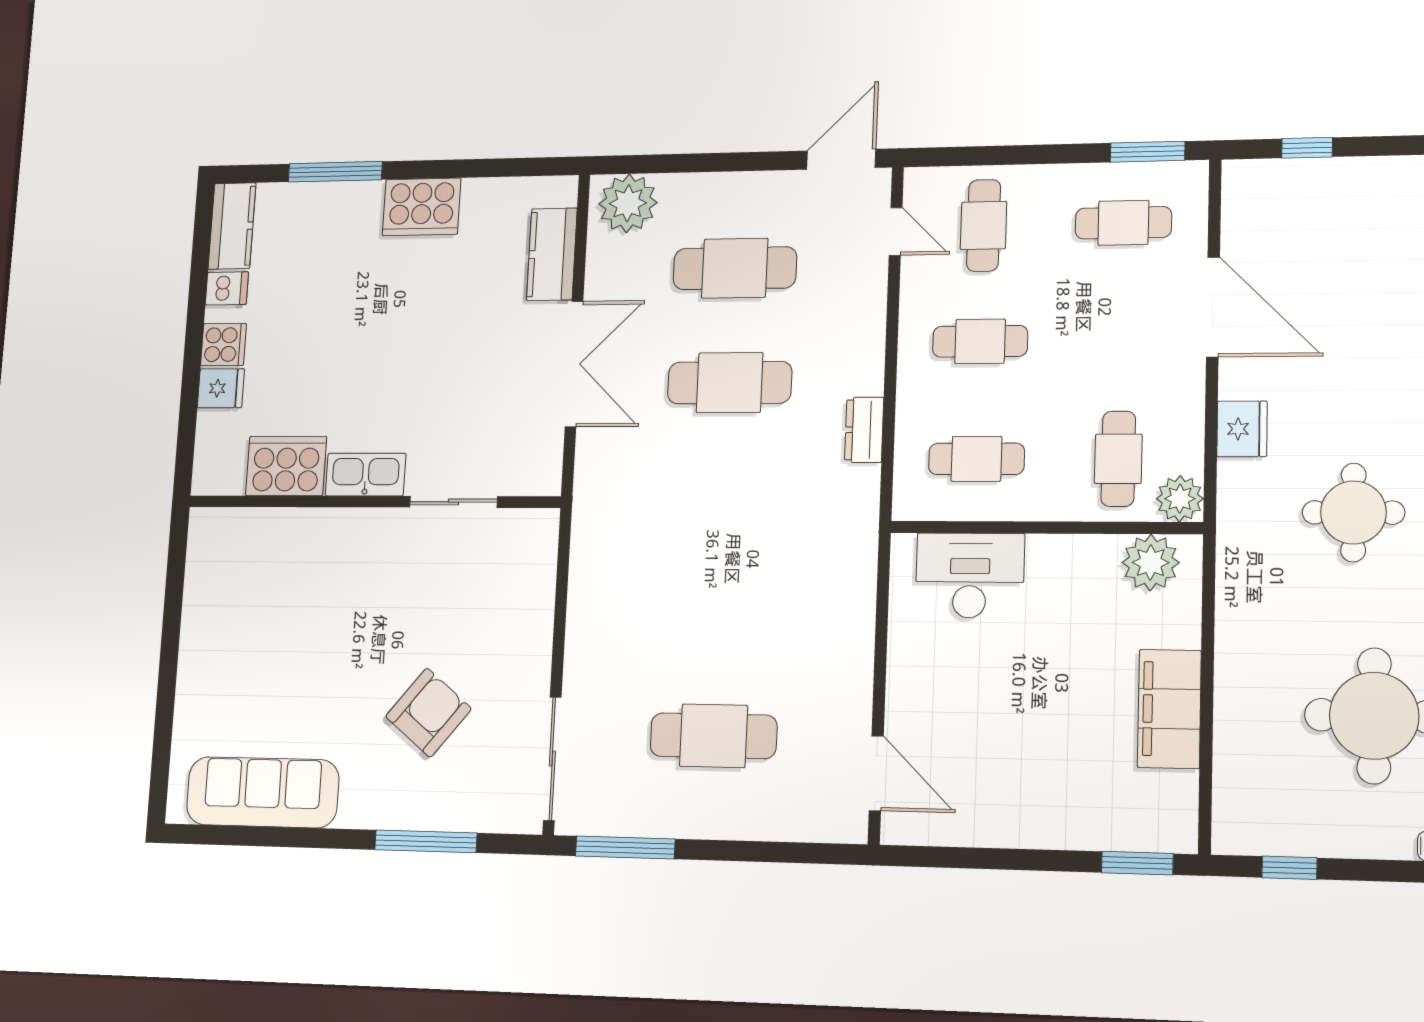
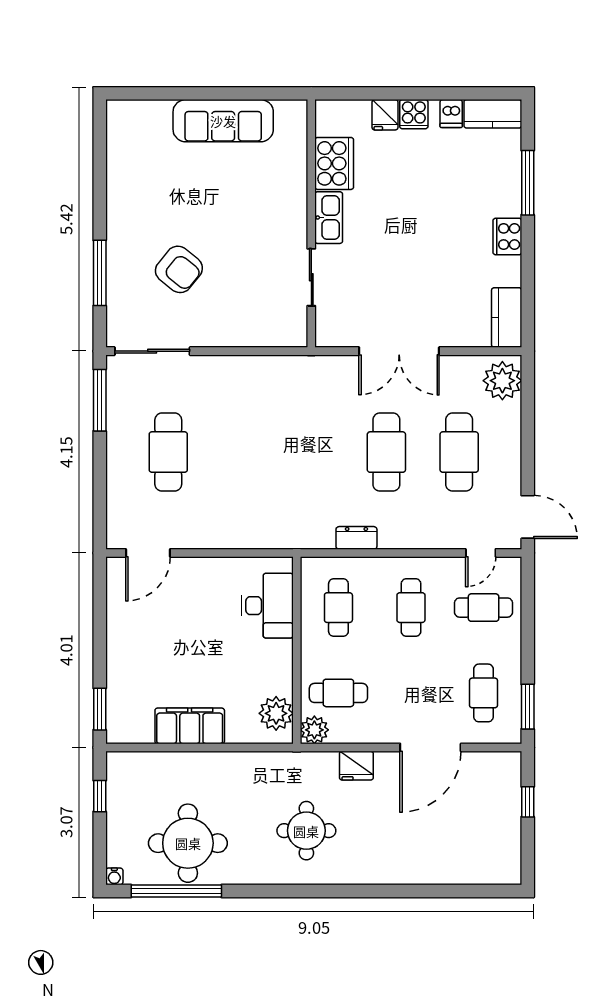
cooker: (422, 207) -> (507, 236), width x0.73, depth x0.76
kitchen counter: (552, 254) -> (507, 318), moved, turned -90
sofa: (262, 792) -> (223, 121), moved, turned 90

